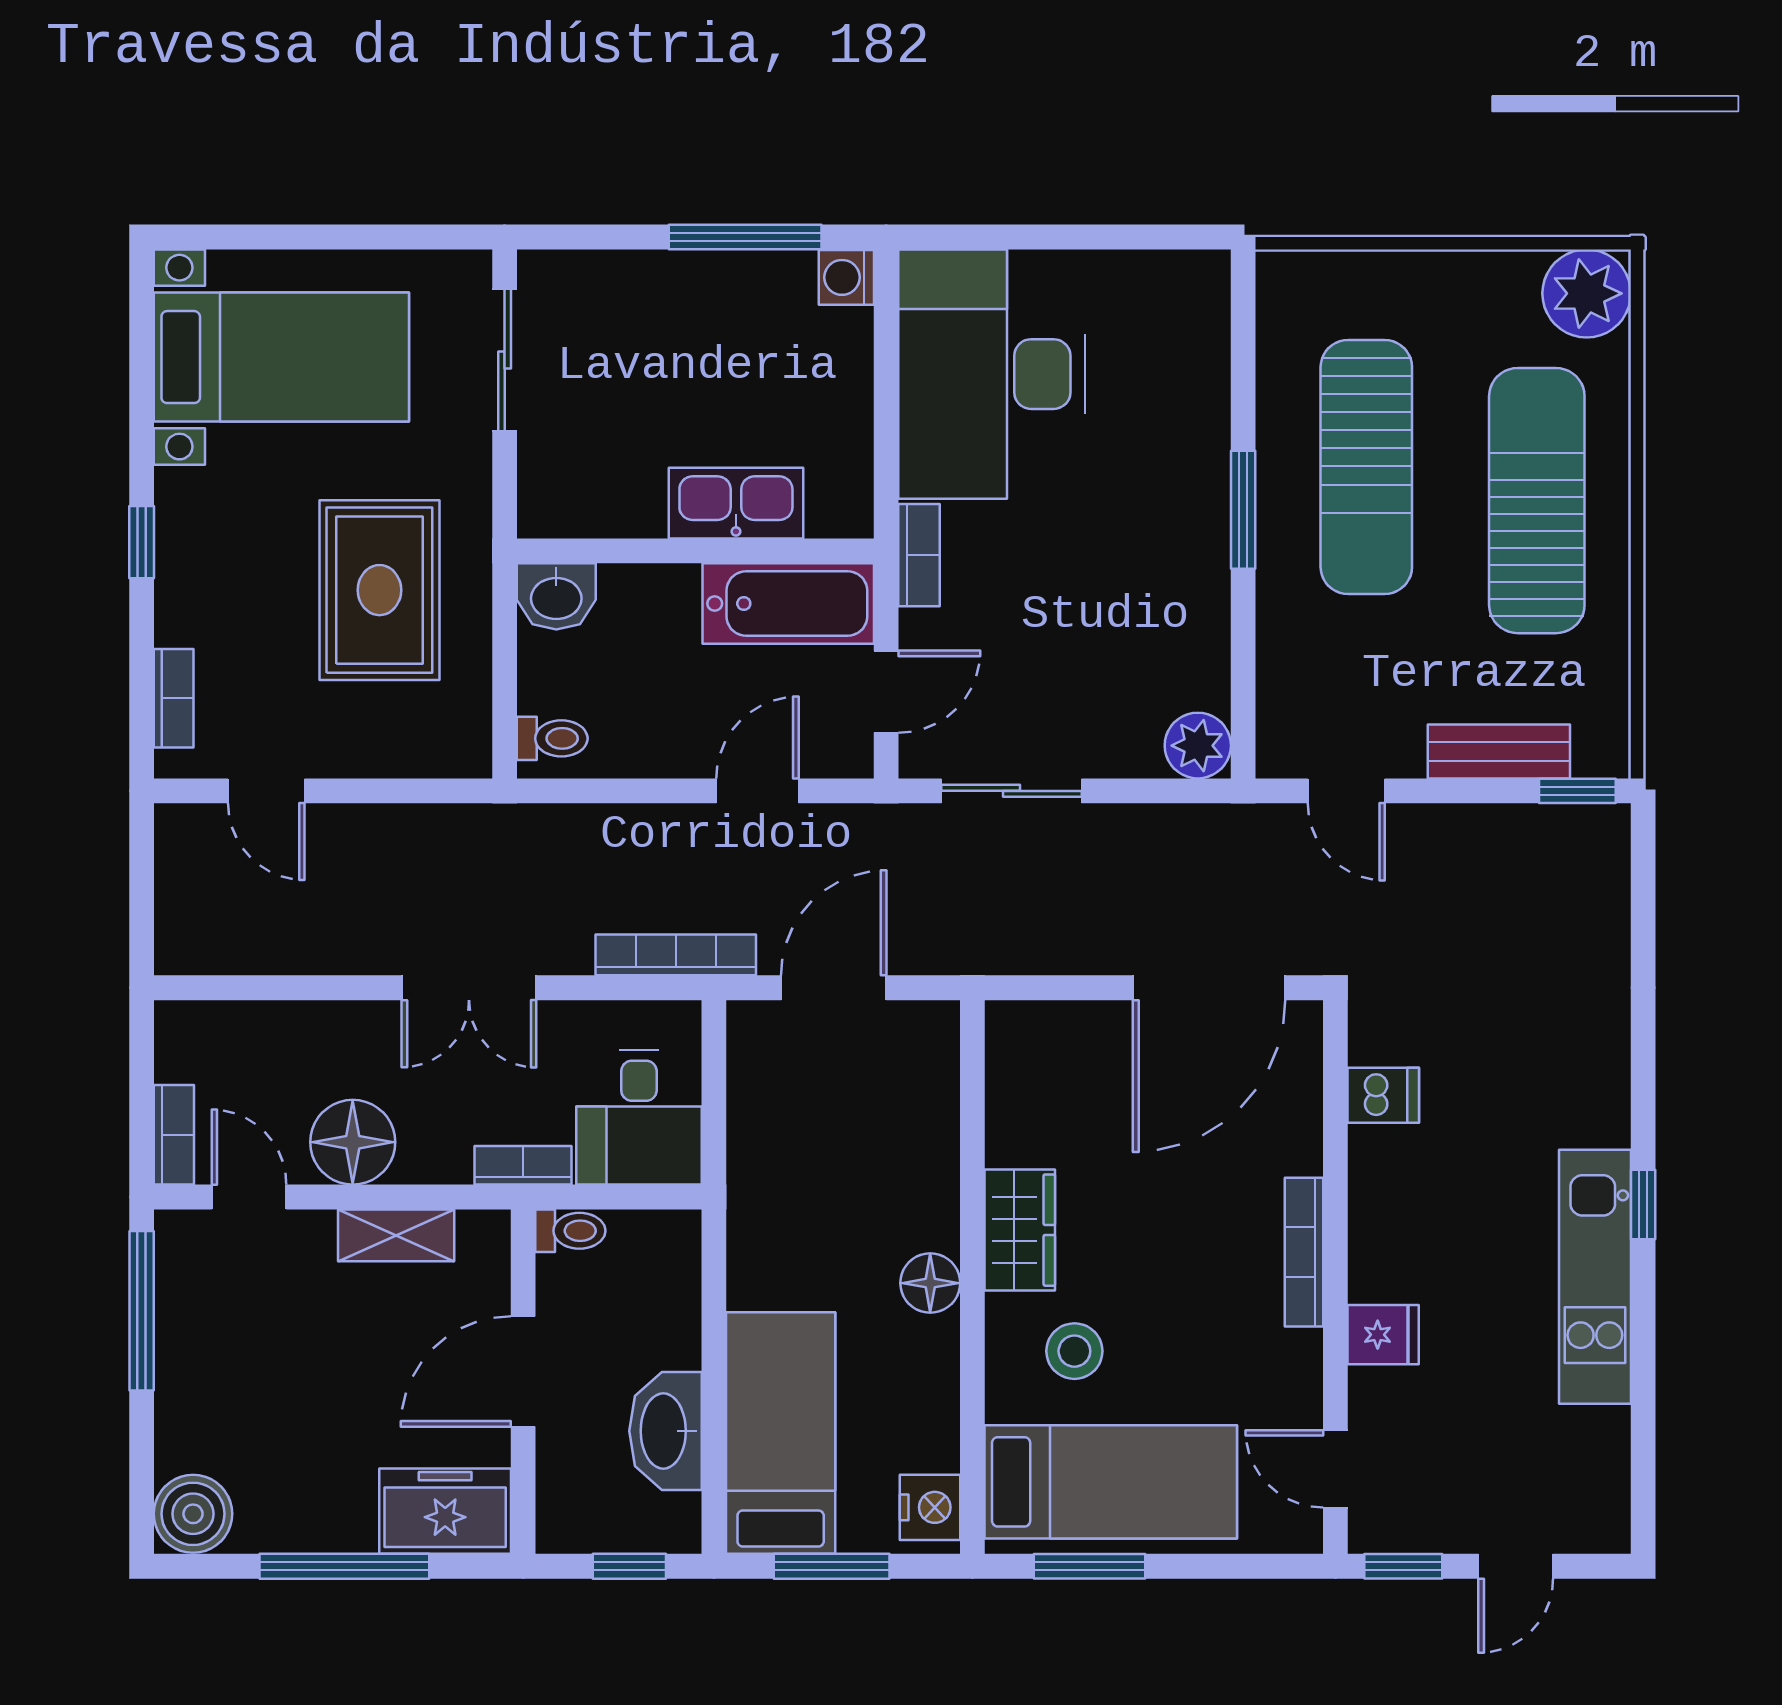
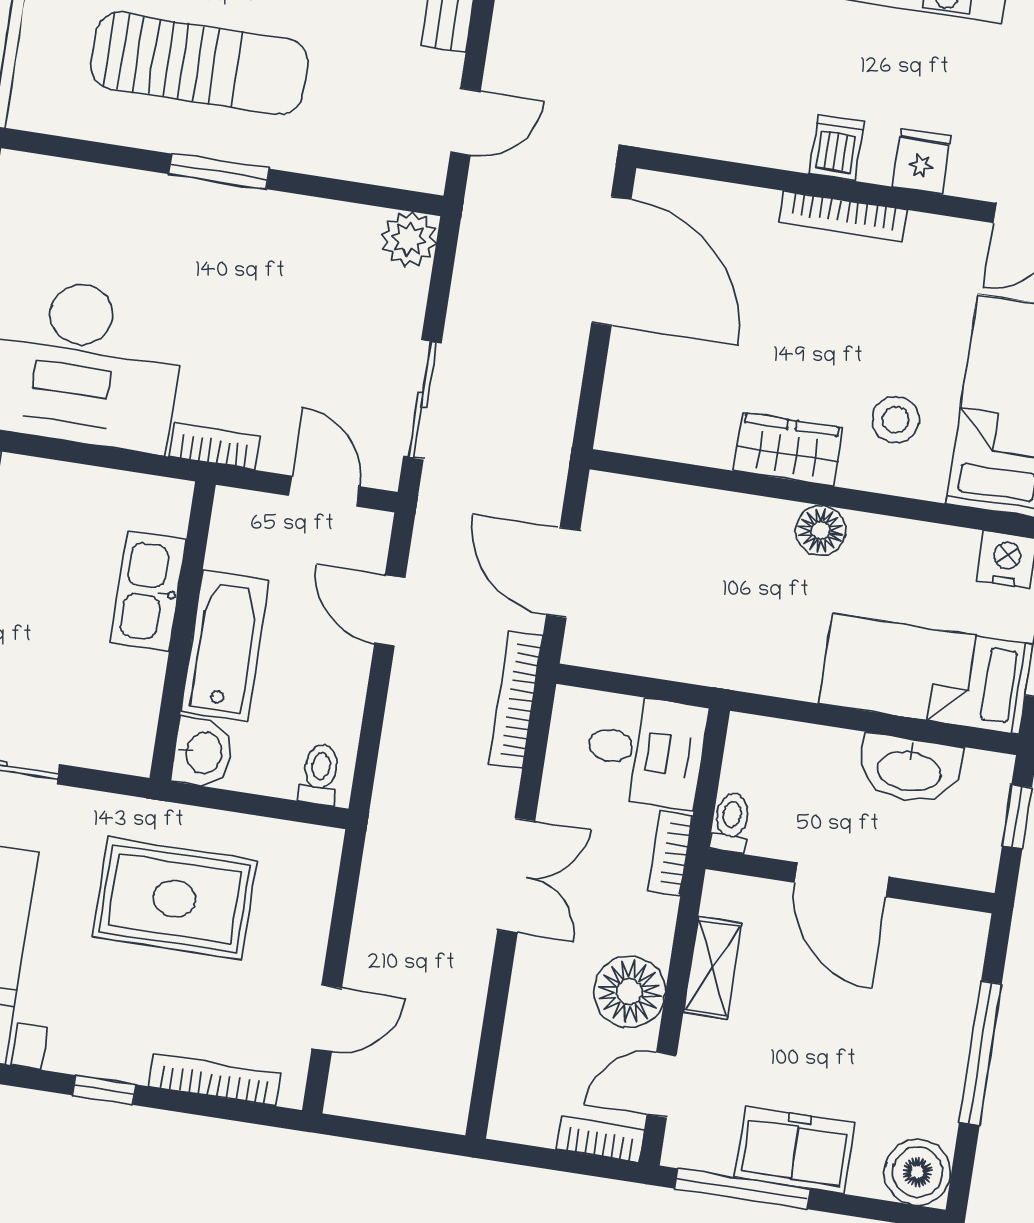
bathtub: (788, 603) -> (225, 646), moved
bookcase: (174, 698) -> (215, 1080), width x1.56
dishwasher: (1383, 1095) -> (836, 148), moved
freezer: (445, 1511) -> (795, 1150), moved, turned 90

